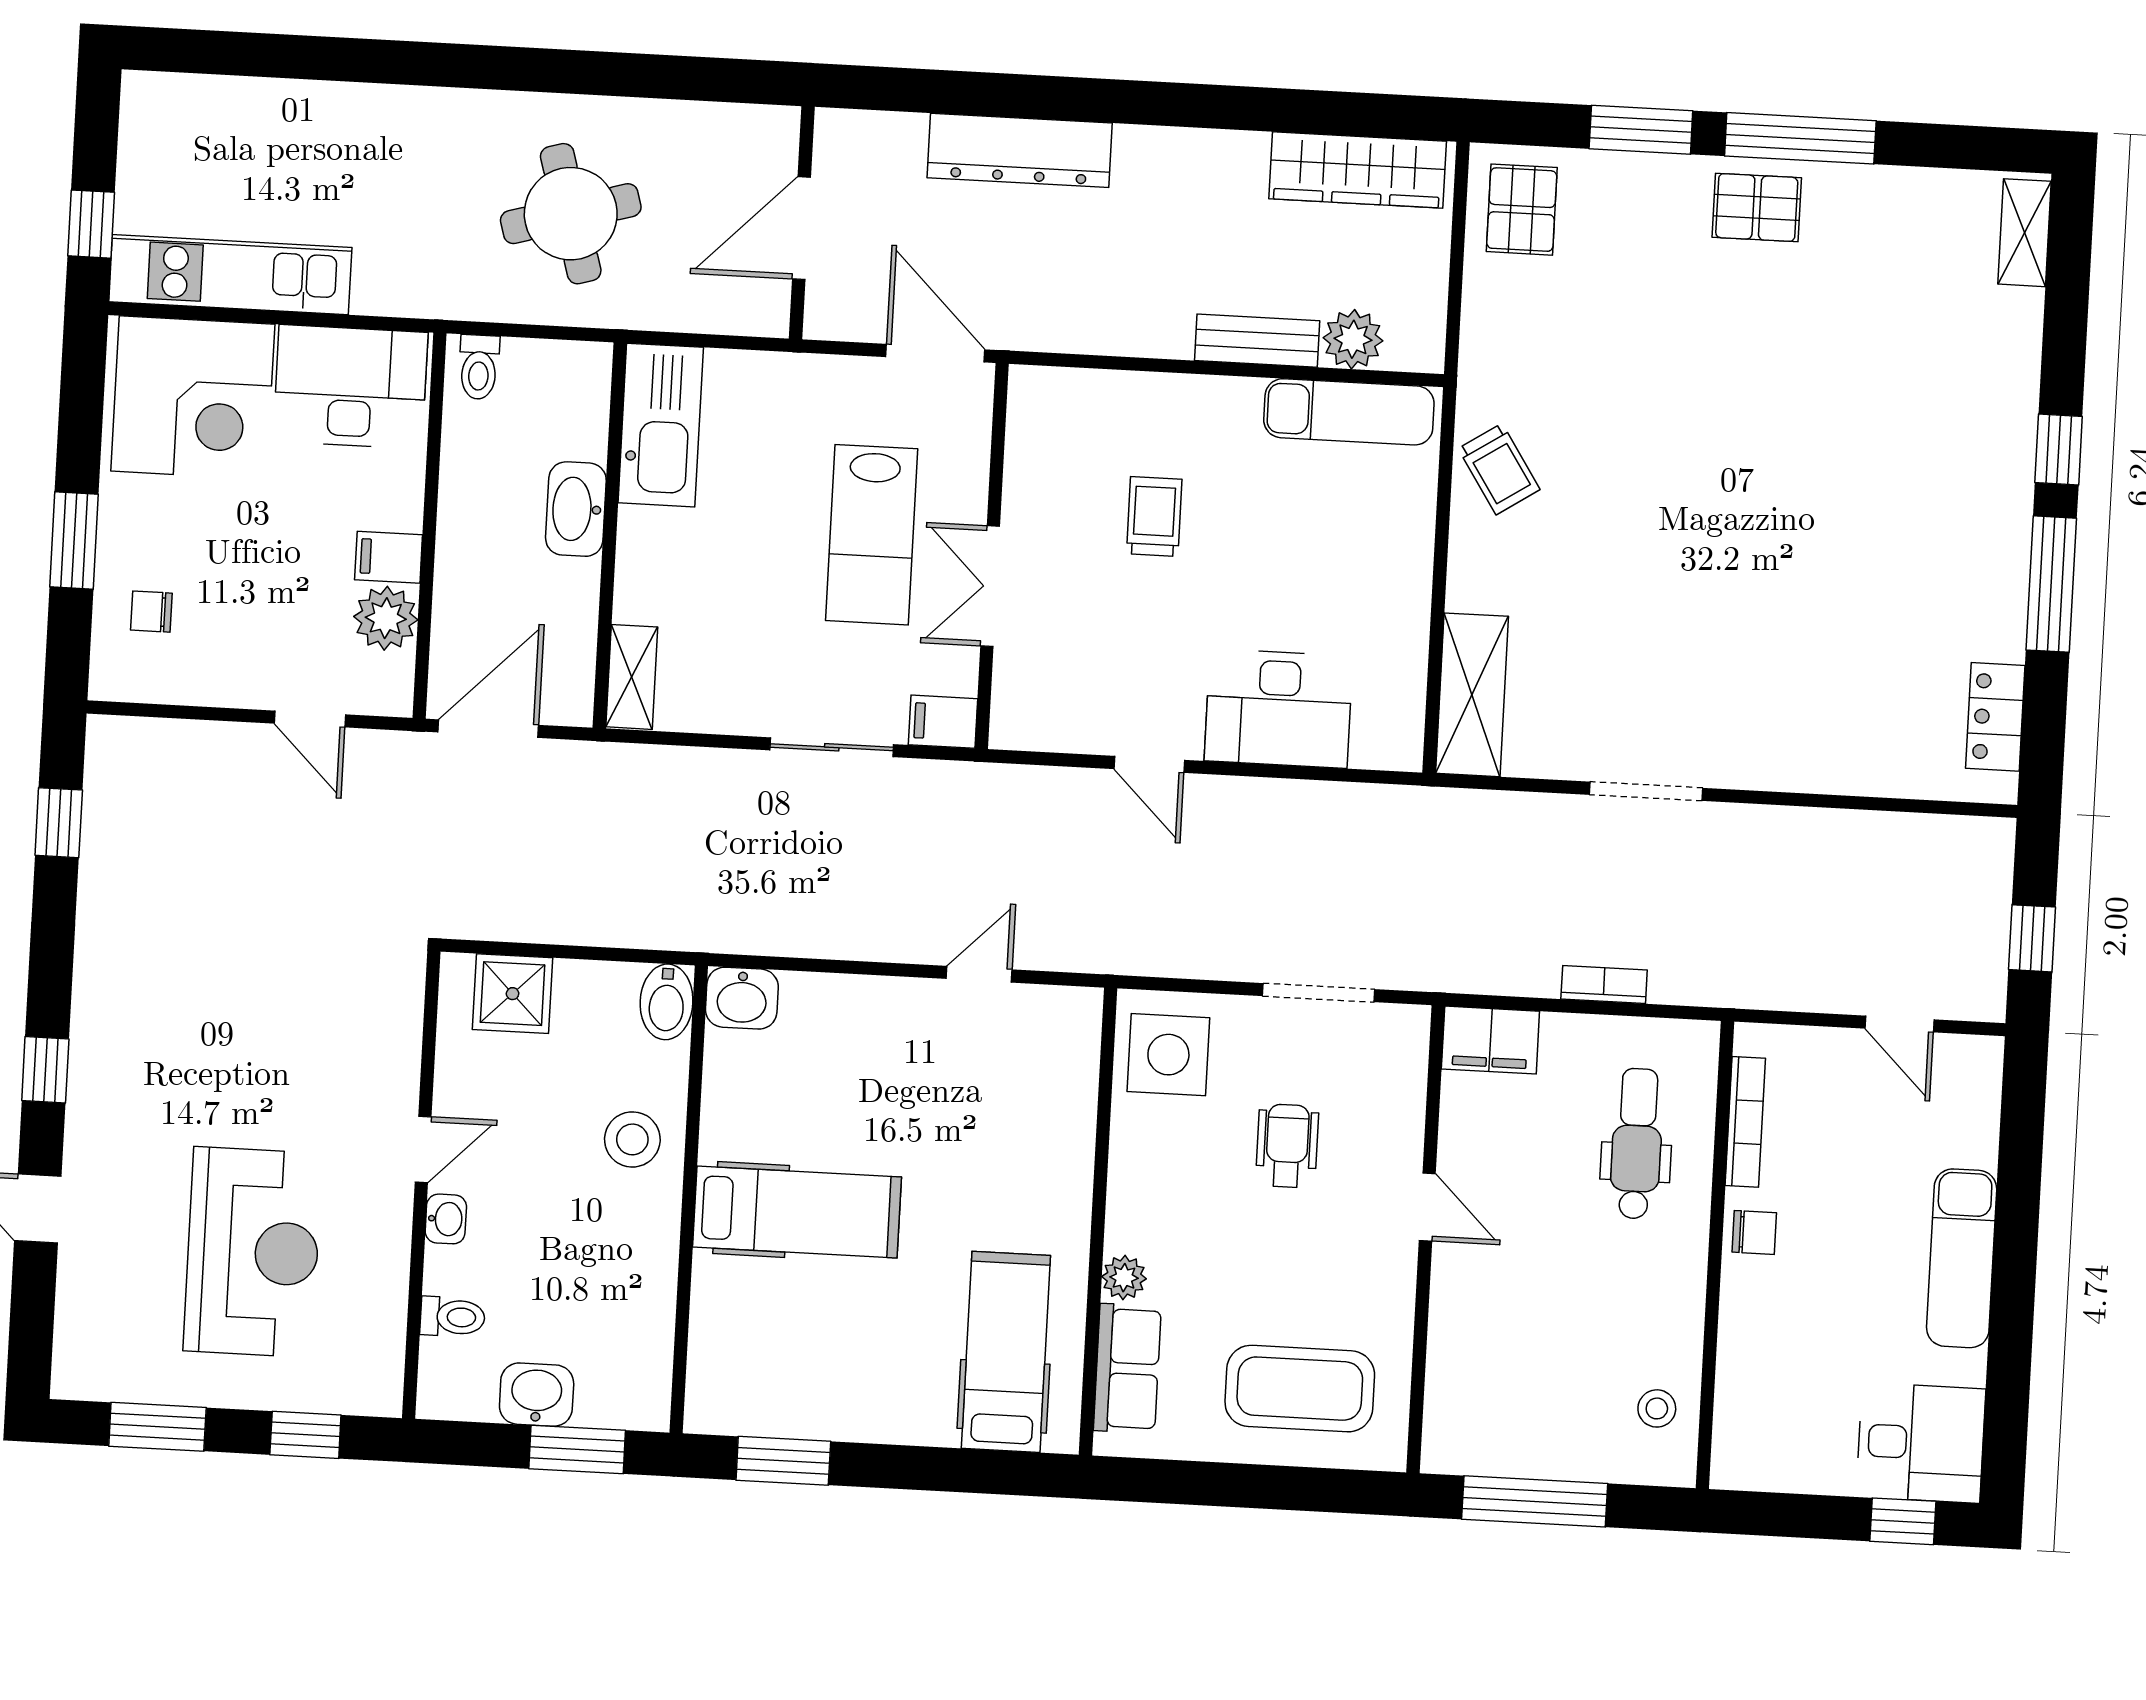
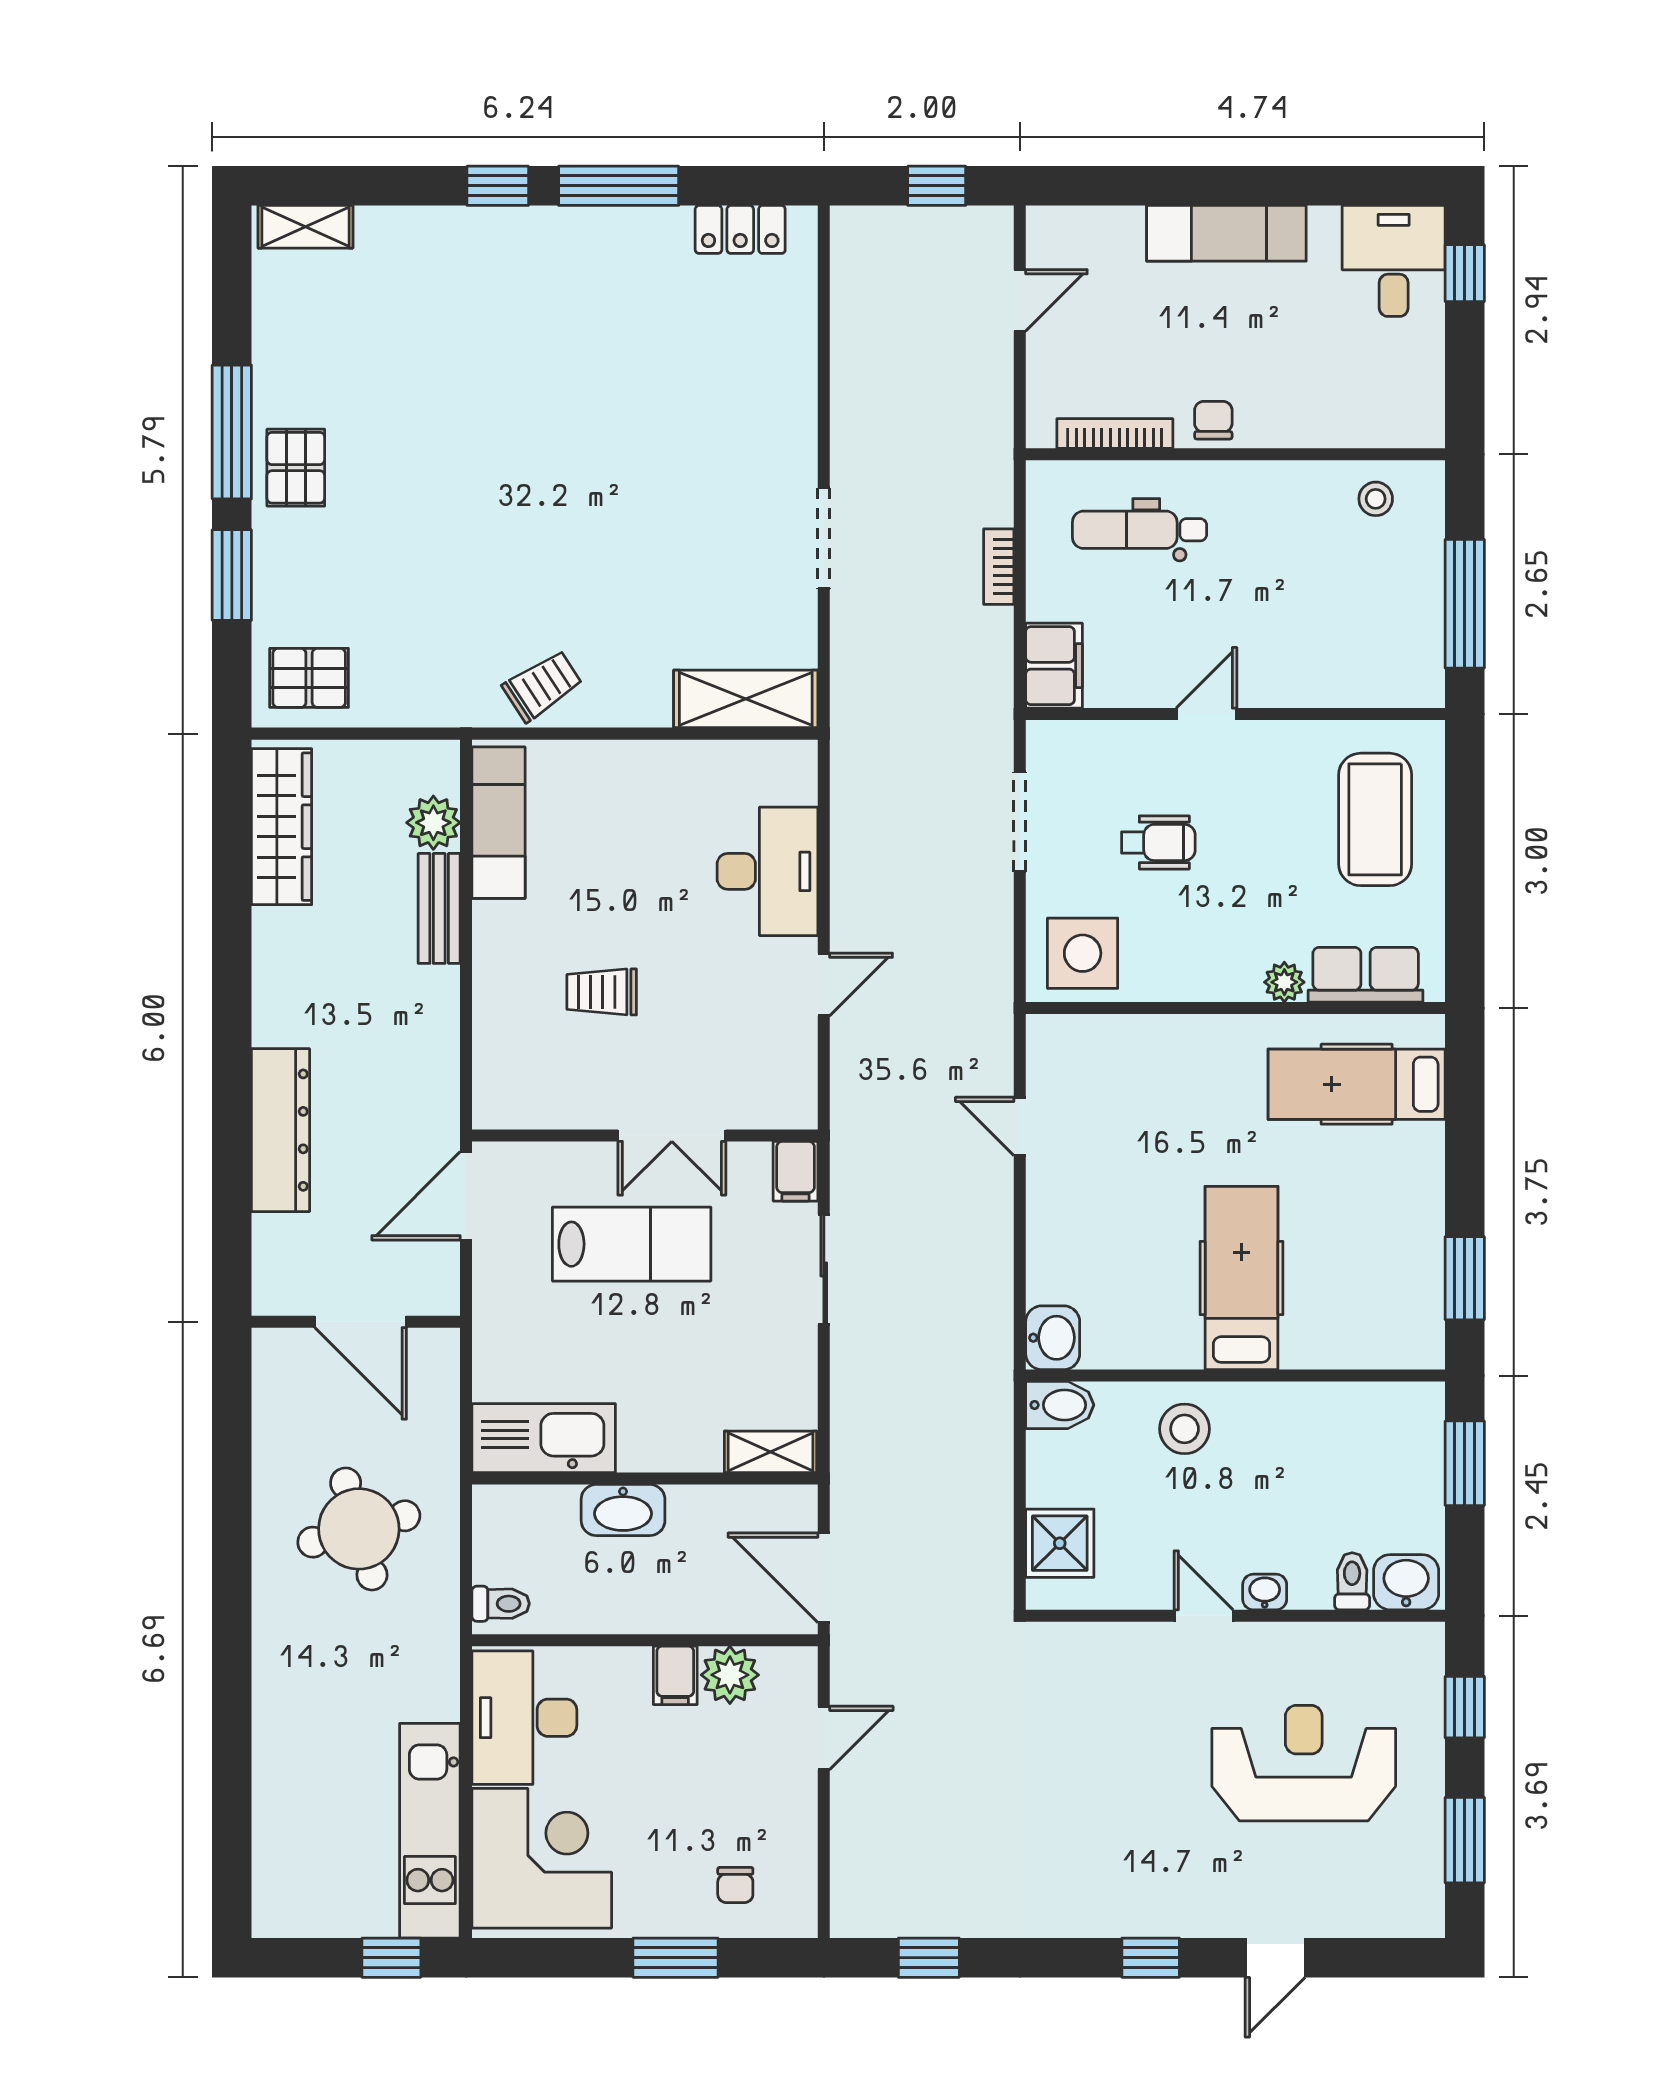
wheelchair: (1287, 1146) -> (1158, 842), turned 180
washbasin: (537, 1395) -> (1406, 1582), moved, turned 90

